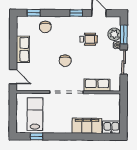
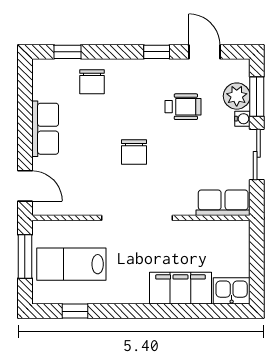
row of seats: (97, 85) -> (223, 203), moved
window: (13, 110) -> (25, 257), added
lab bench: (35, 114) -> (71, 264), turned -90

